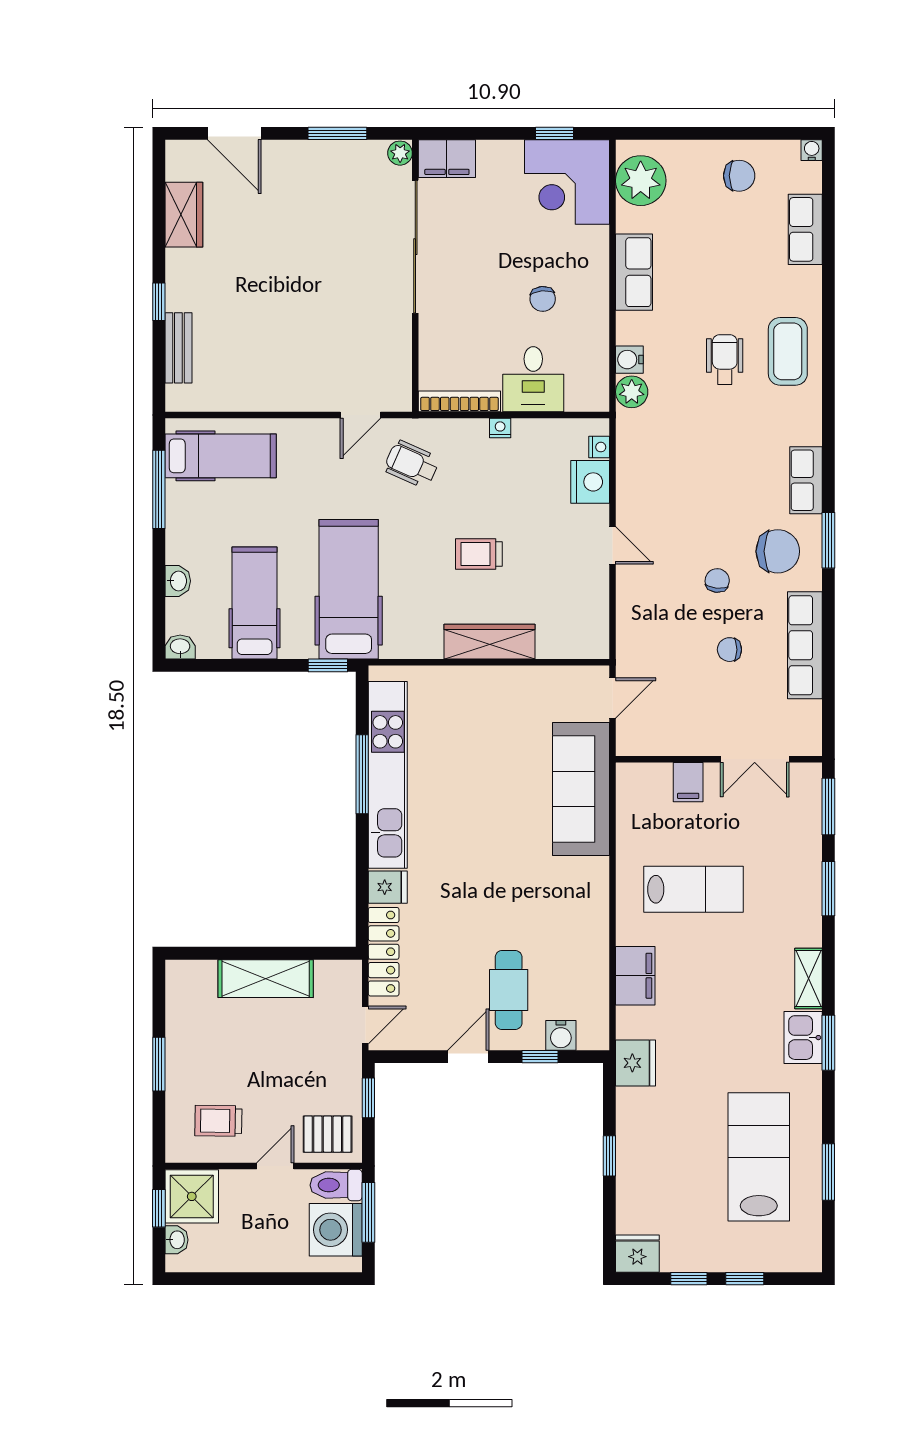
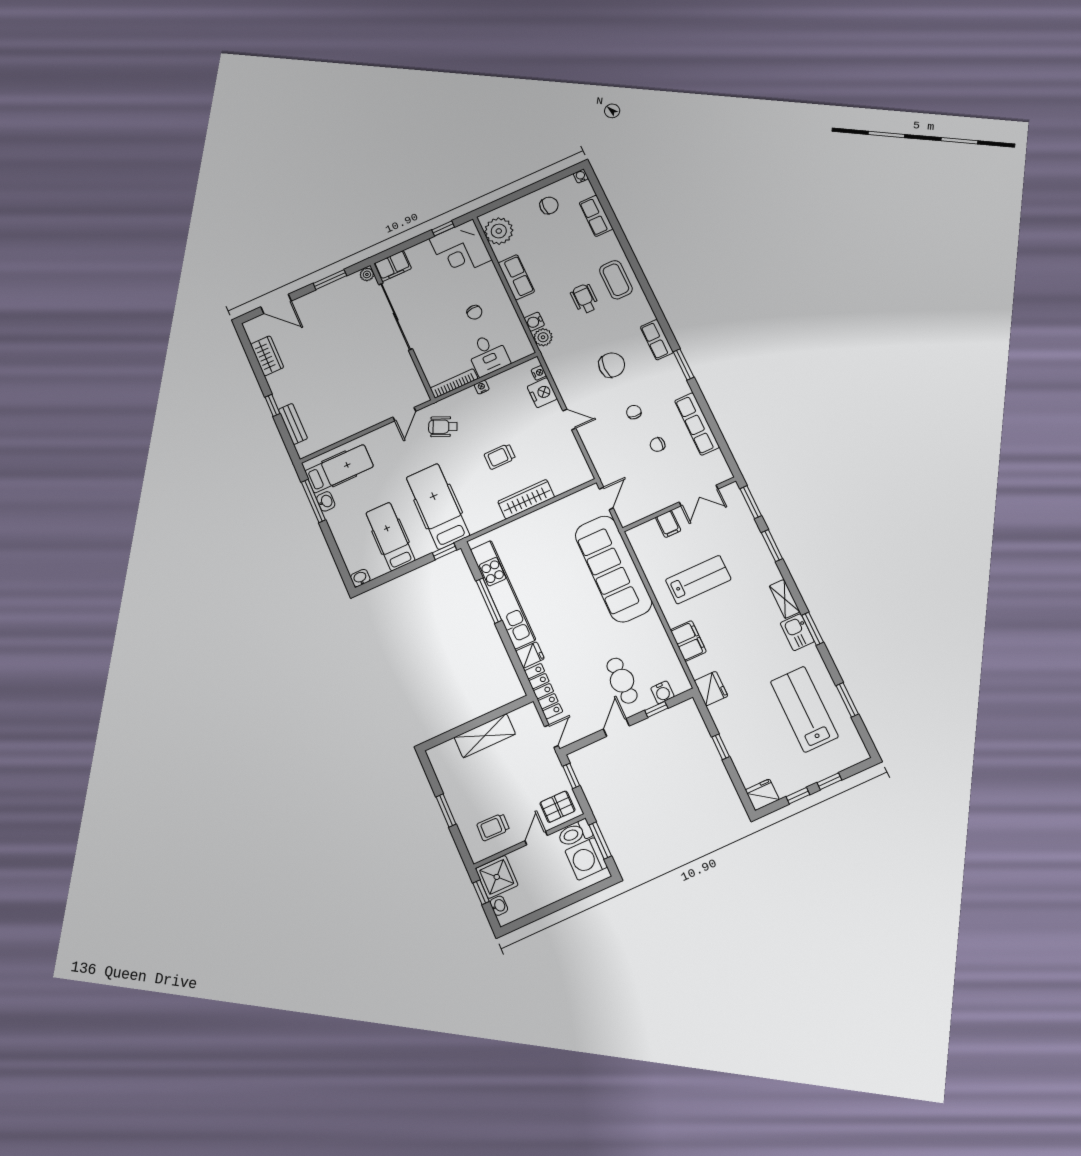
chair: (778, 551) -> (612, 365), moved
washbasin: (178, 581) -> (326, 501), moved
sofa: (581, 789) -> (613, 569), width x1.36, depth x1.27

